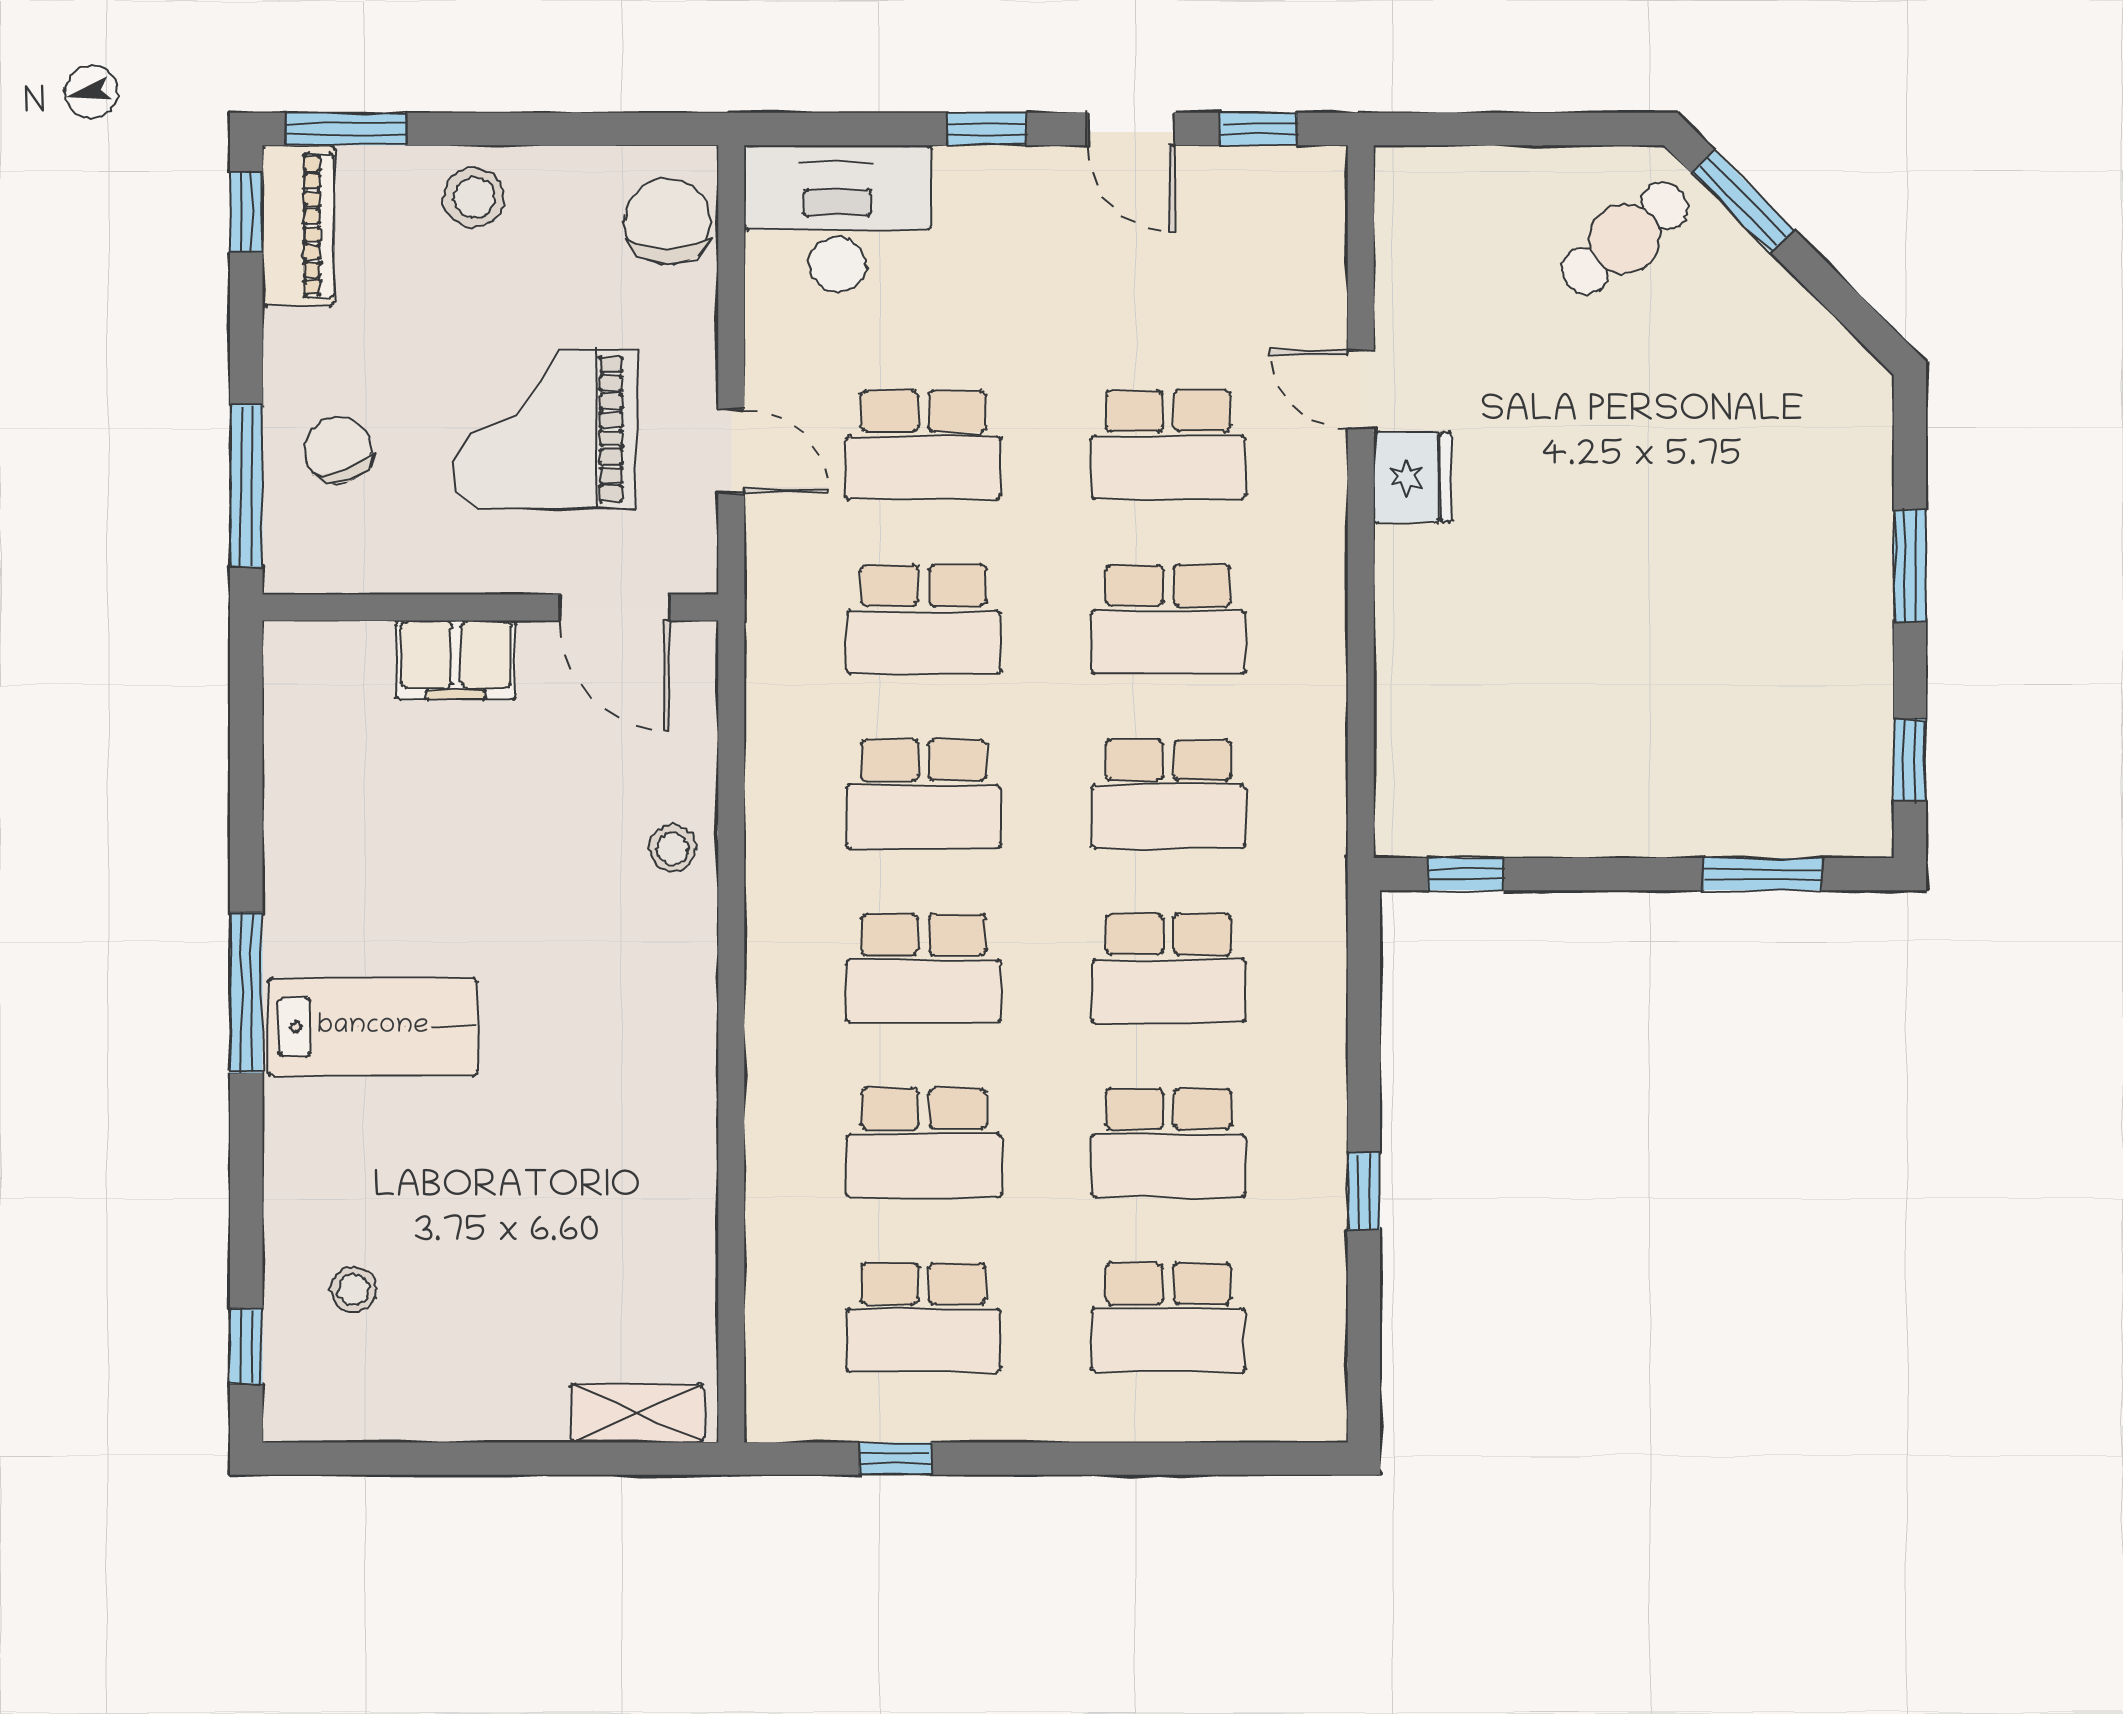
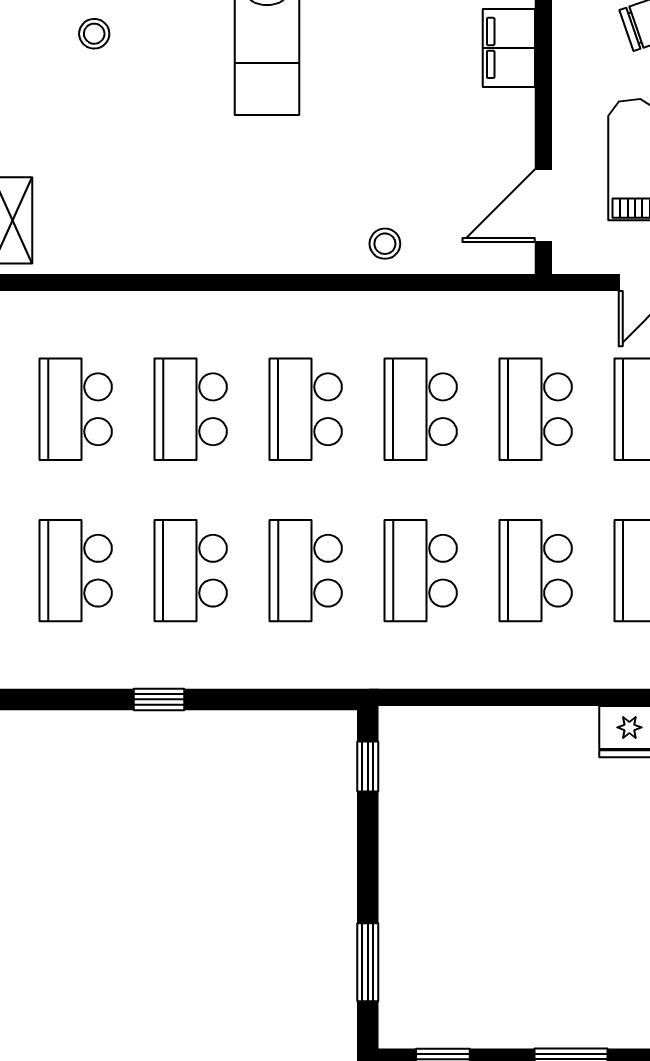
filing cabinet: (456, 660) -> (509, 48), moved

